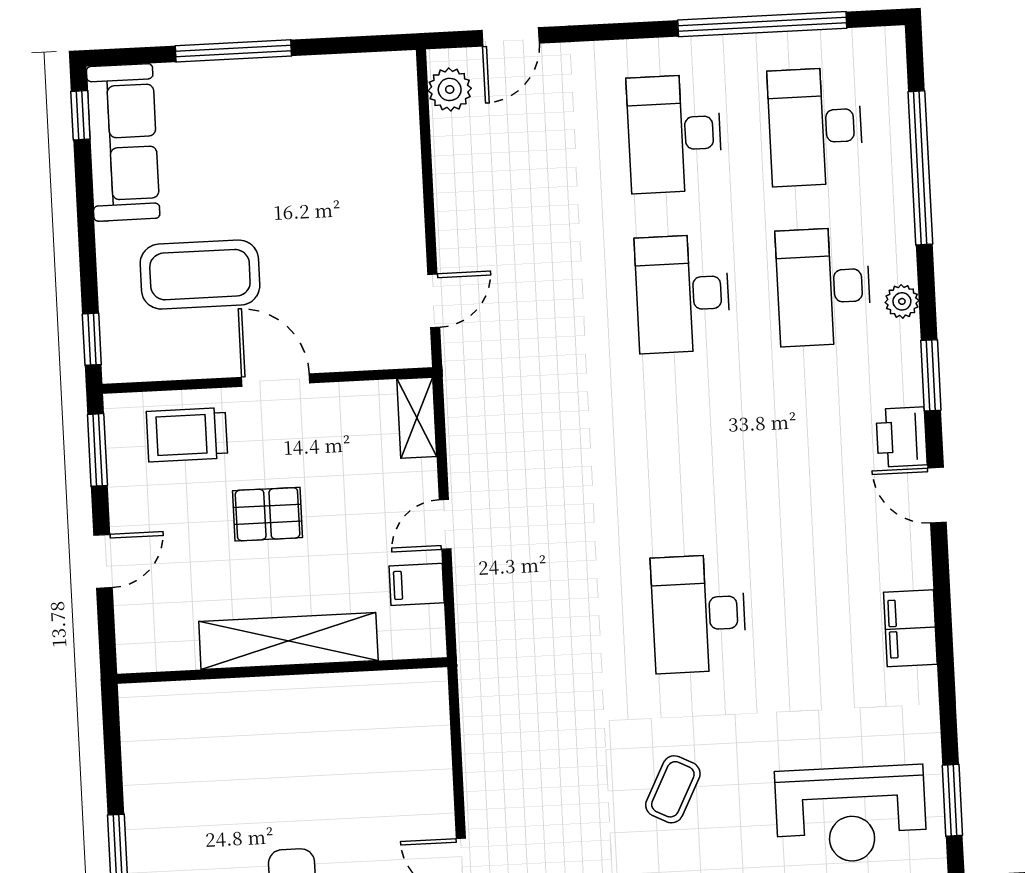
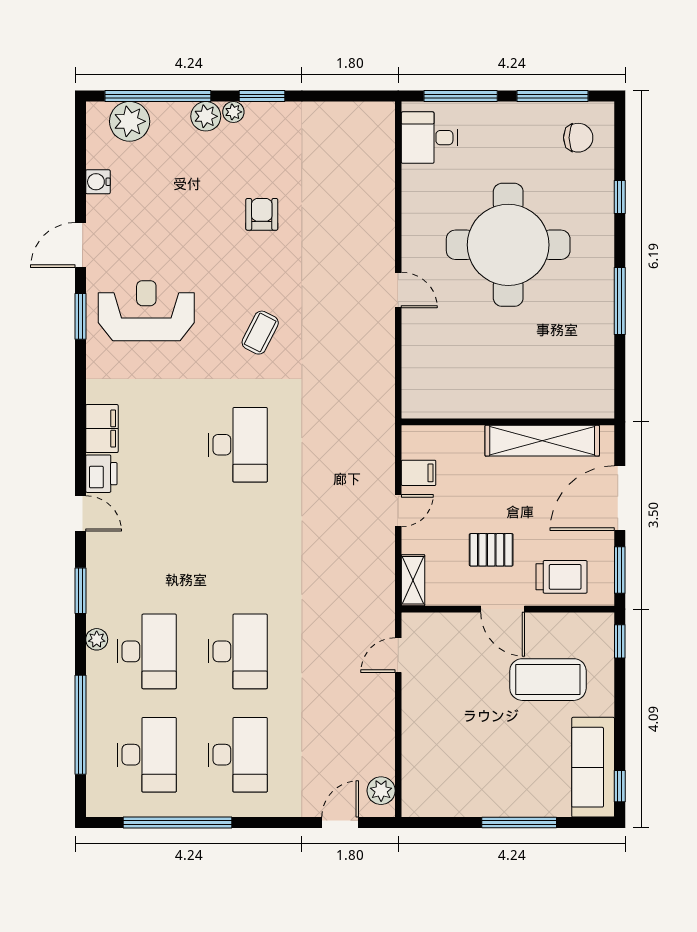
printer: (902, 437) -> (101, 474), moved
pallet: (267, 514) -> (491, 550), moved
door: (103, 561) -> (620, 498), width x1.87
shelving: (288, 641) -> (542, 441), moved

